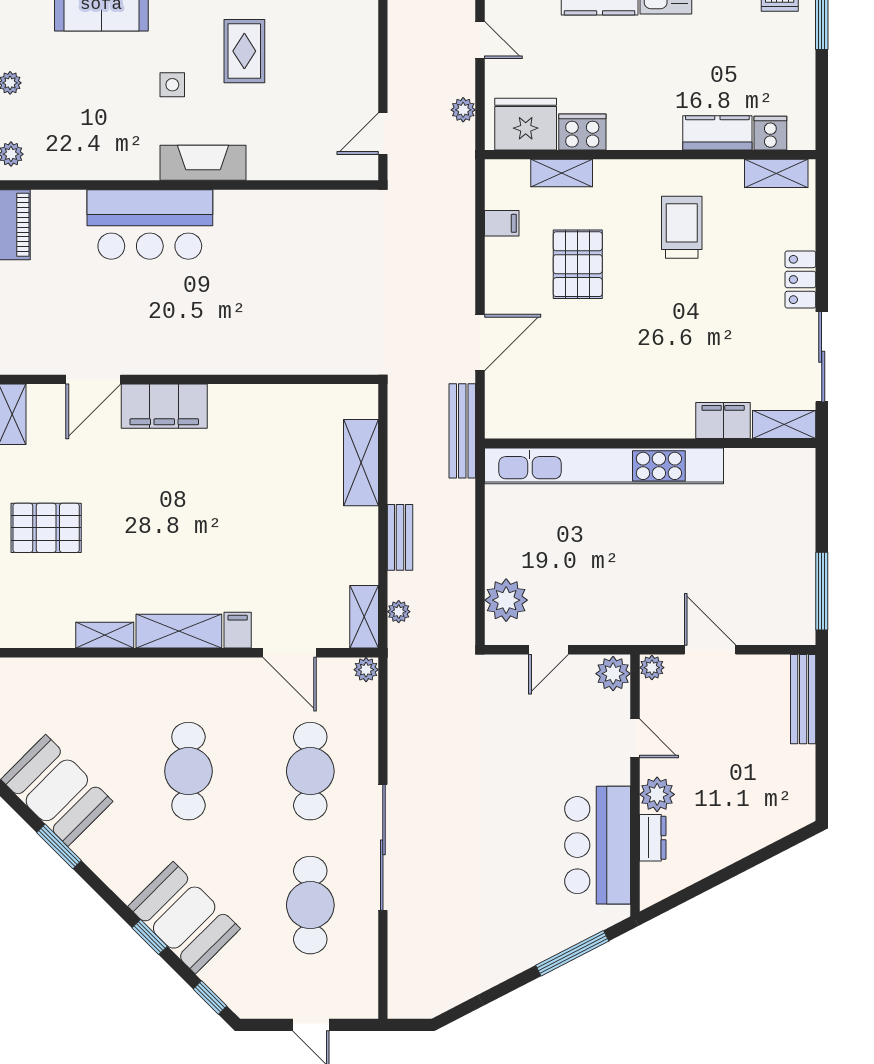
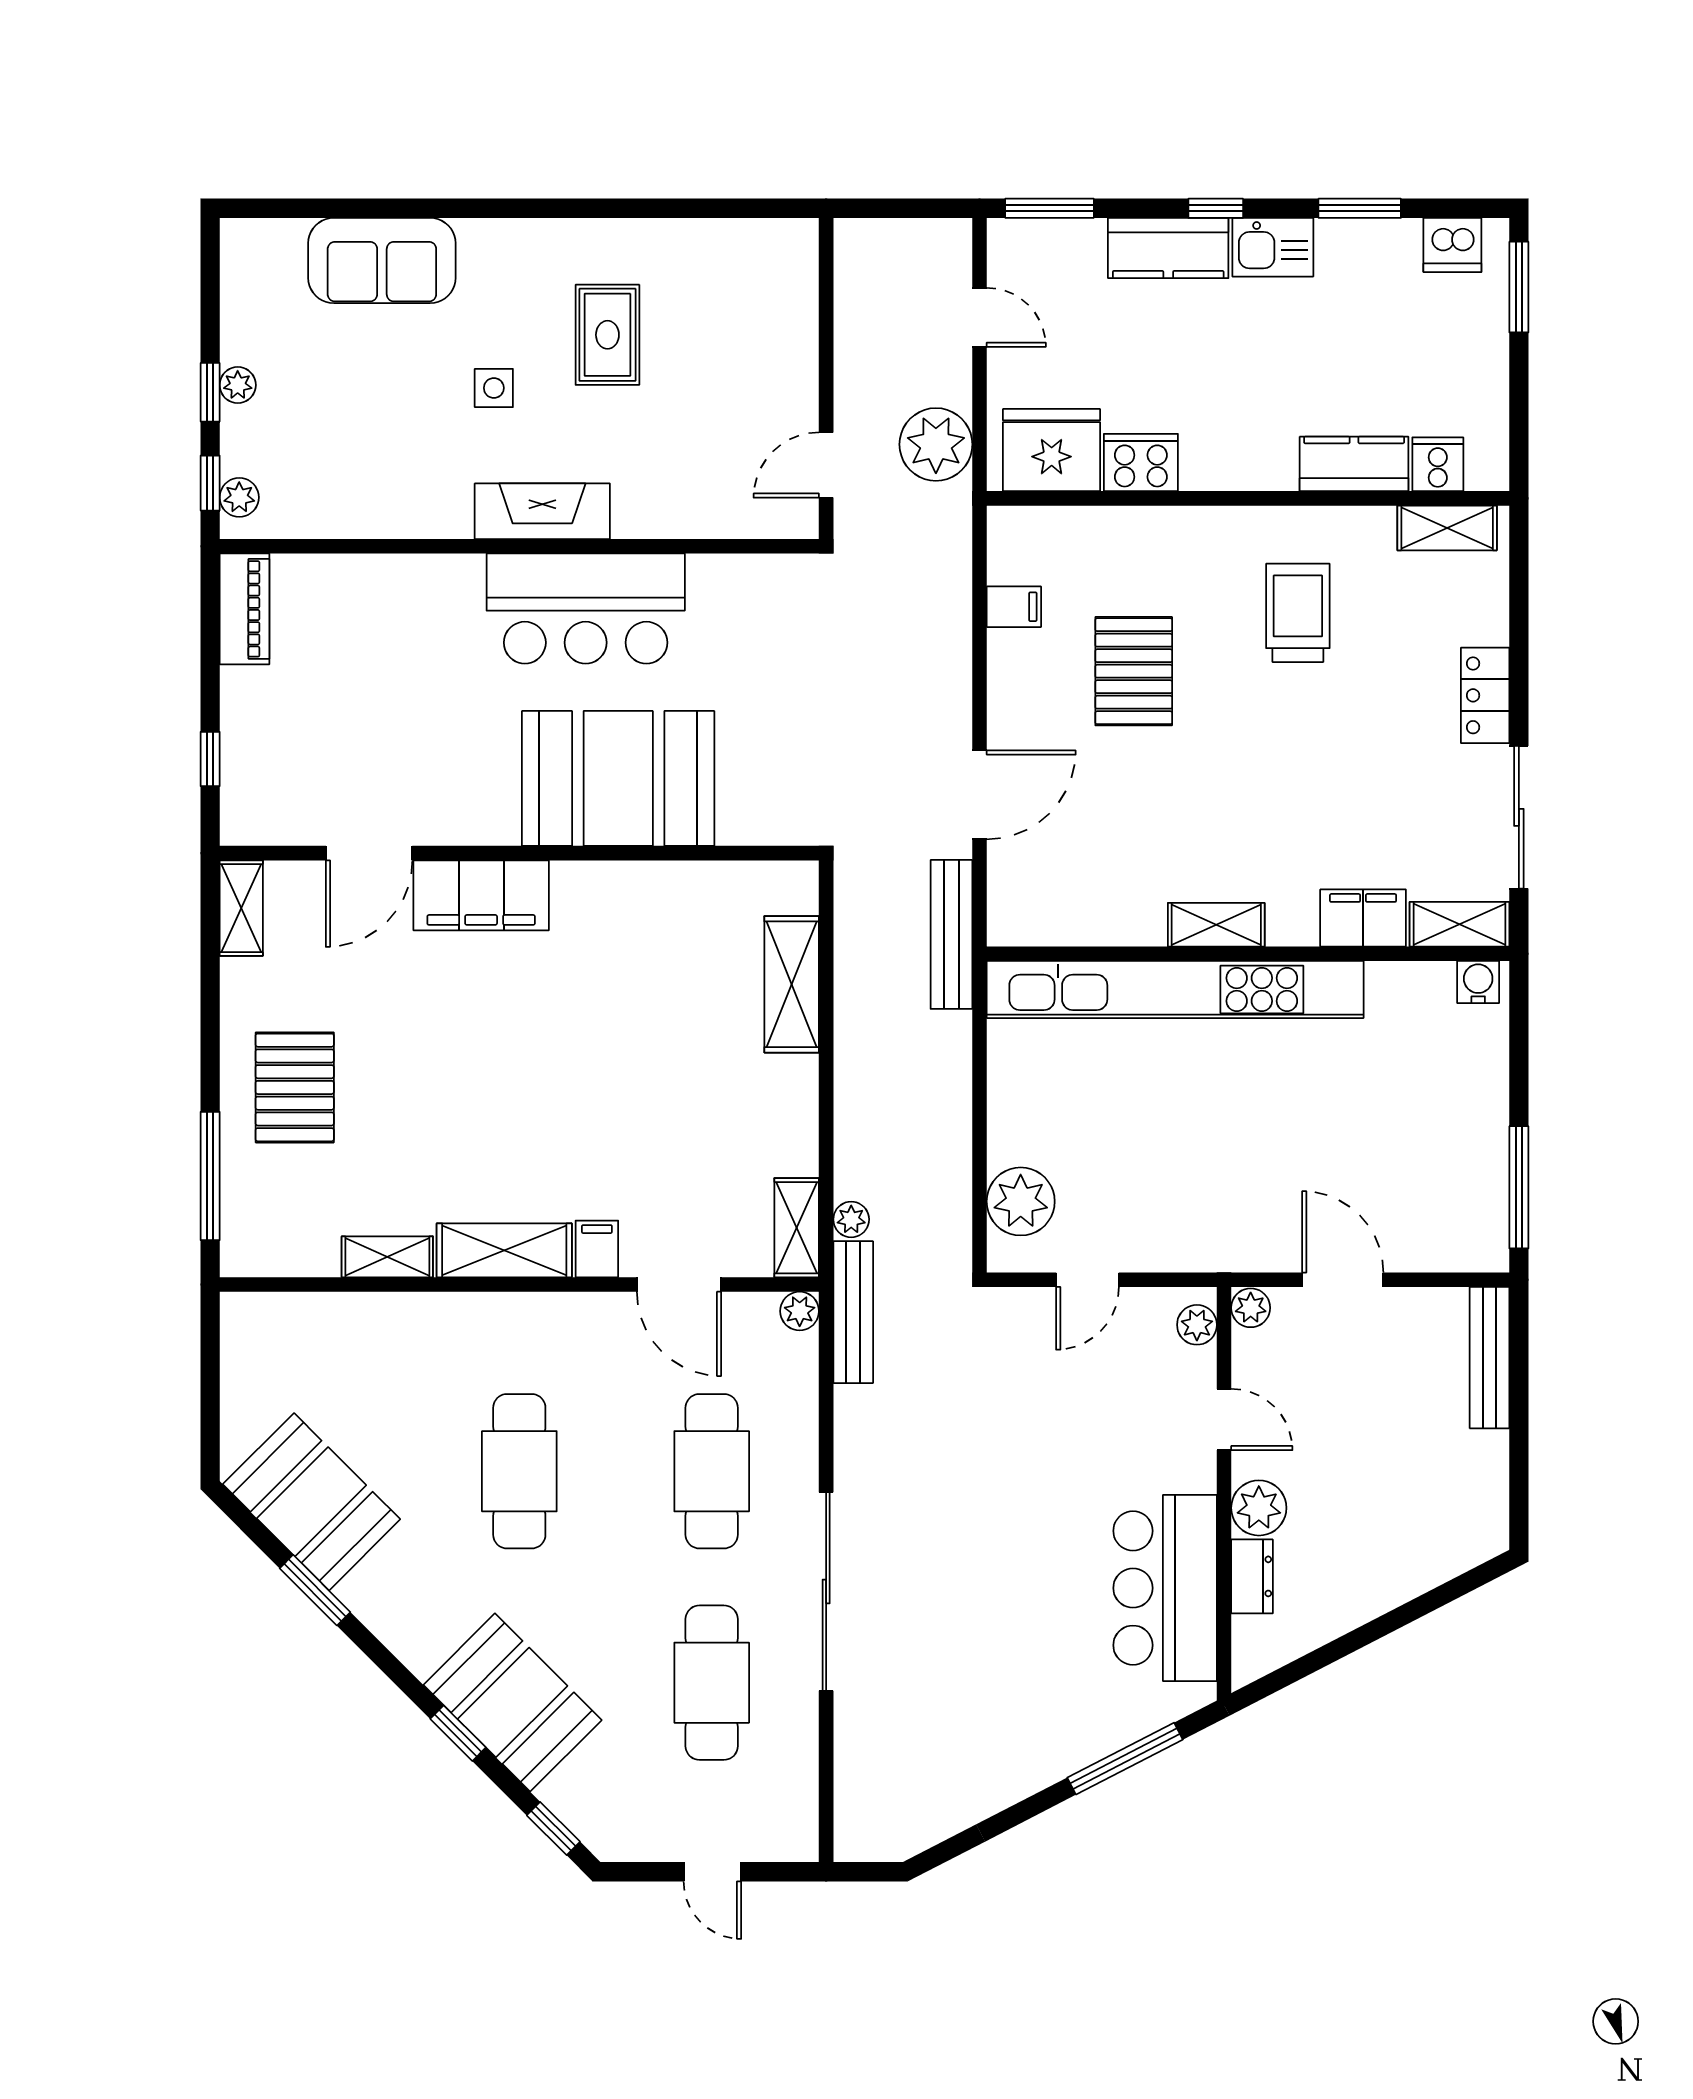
plant: (463, 110) -> (936, 444), width x1.87, depth x1.87
shelving: (562, 173) -> (1216, 925), moved
bar counter: (150, 224) -> (586, 609), moved
booth: (251, 332) -> (618, 778), added
water cooler: (796, 461) -> (1478, 982), added
pallet: (46, 528) -> (295, 1087), turned 90
bench: (400, 537) -> (853, 1312), moved, width x1.36
plant: (613, 674) -> (1197, 1325), width x0.73, depth x0.73

